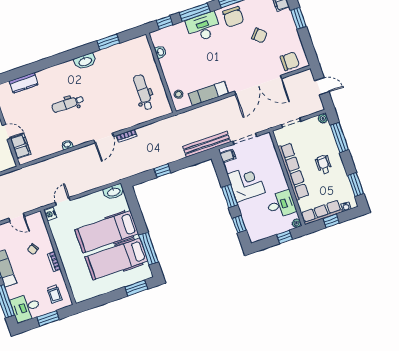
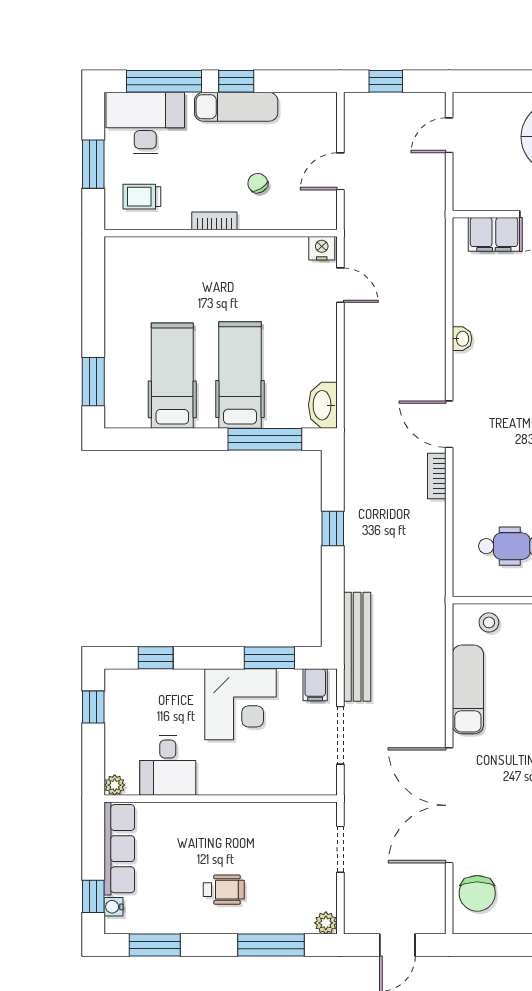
row of seats: (293, 171) -> (231, 818), removed
window: (230, 196) -> (269, 658), moved
window: (331, 221) -> (93, 896), moved
hospital bed: (107, 232) -> (240, 375), width x0.73, depth x0.78
window: (284, 237) -> (93, 707), moved
window: (149, 249) -> (265, 439), moved
hospital bed: (116, 259) -> (172, 376), width x0.73, depth x0.78
desk: (26, 307) -> (145, 123), width x1.37

